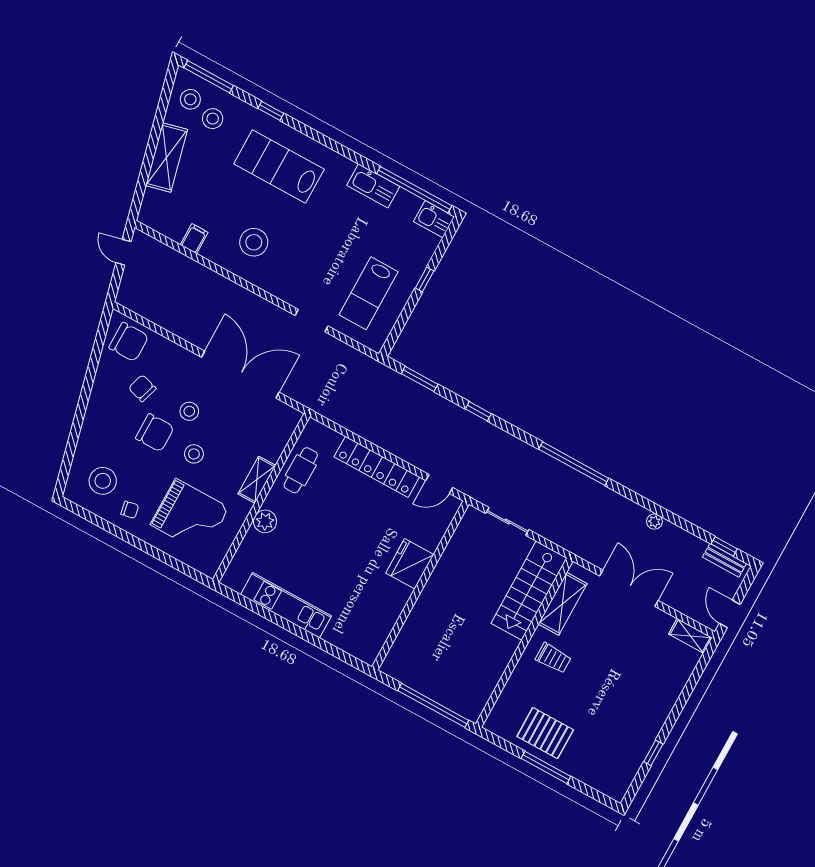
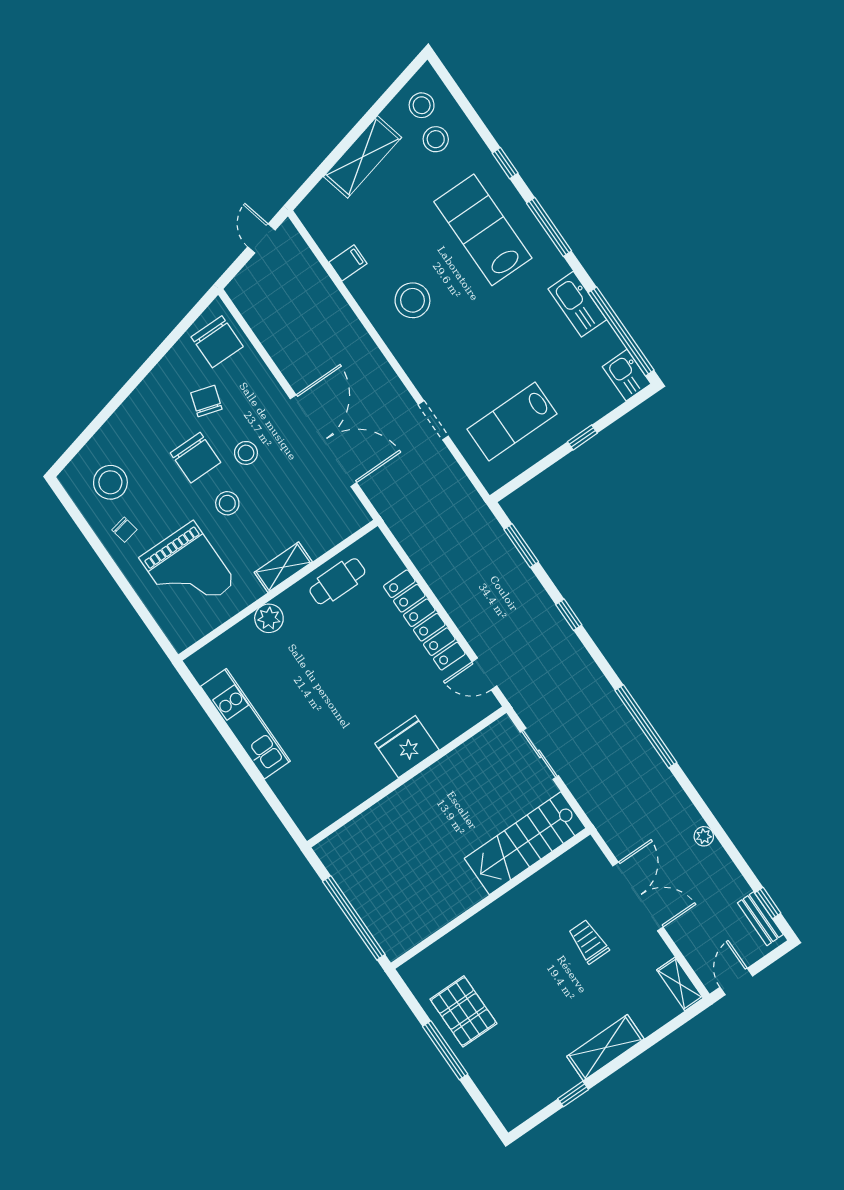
window: (209, 77) -> (549, 227), moved
shelving: (563, 604) -> (605, 1048), moved
trolley: (553, 658) -> (589, 941), moved, turned 180

